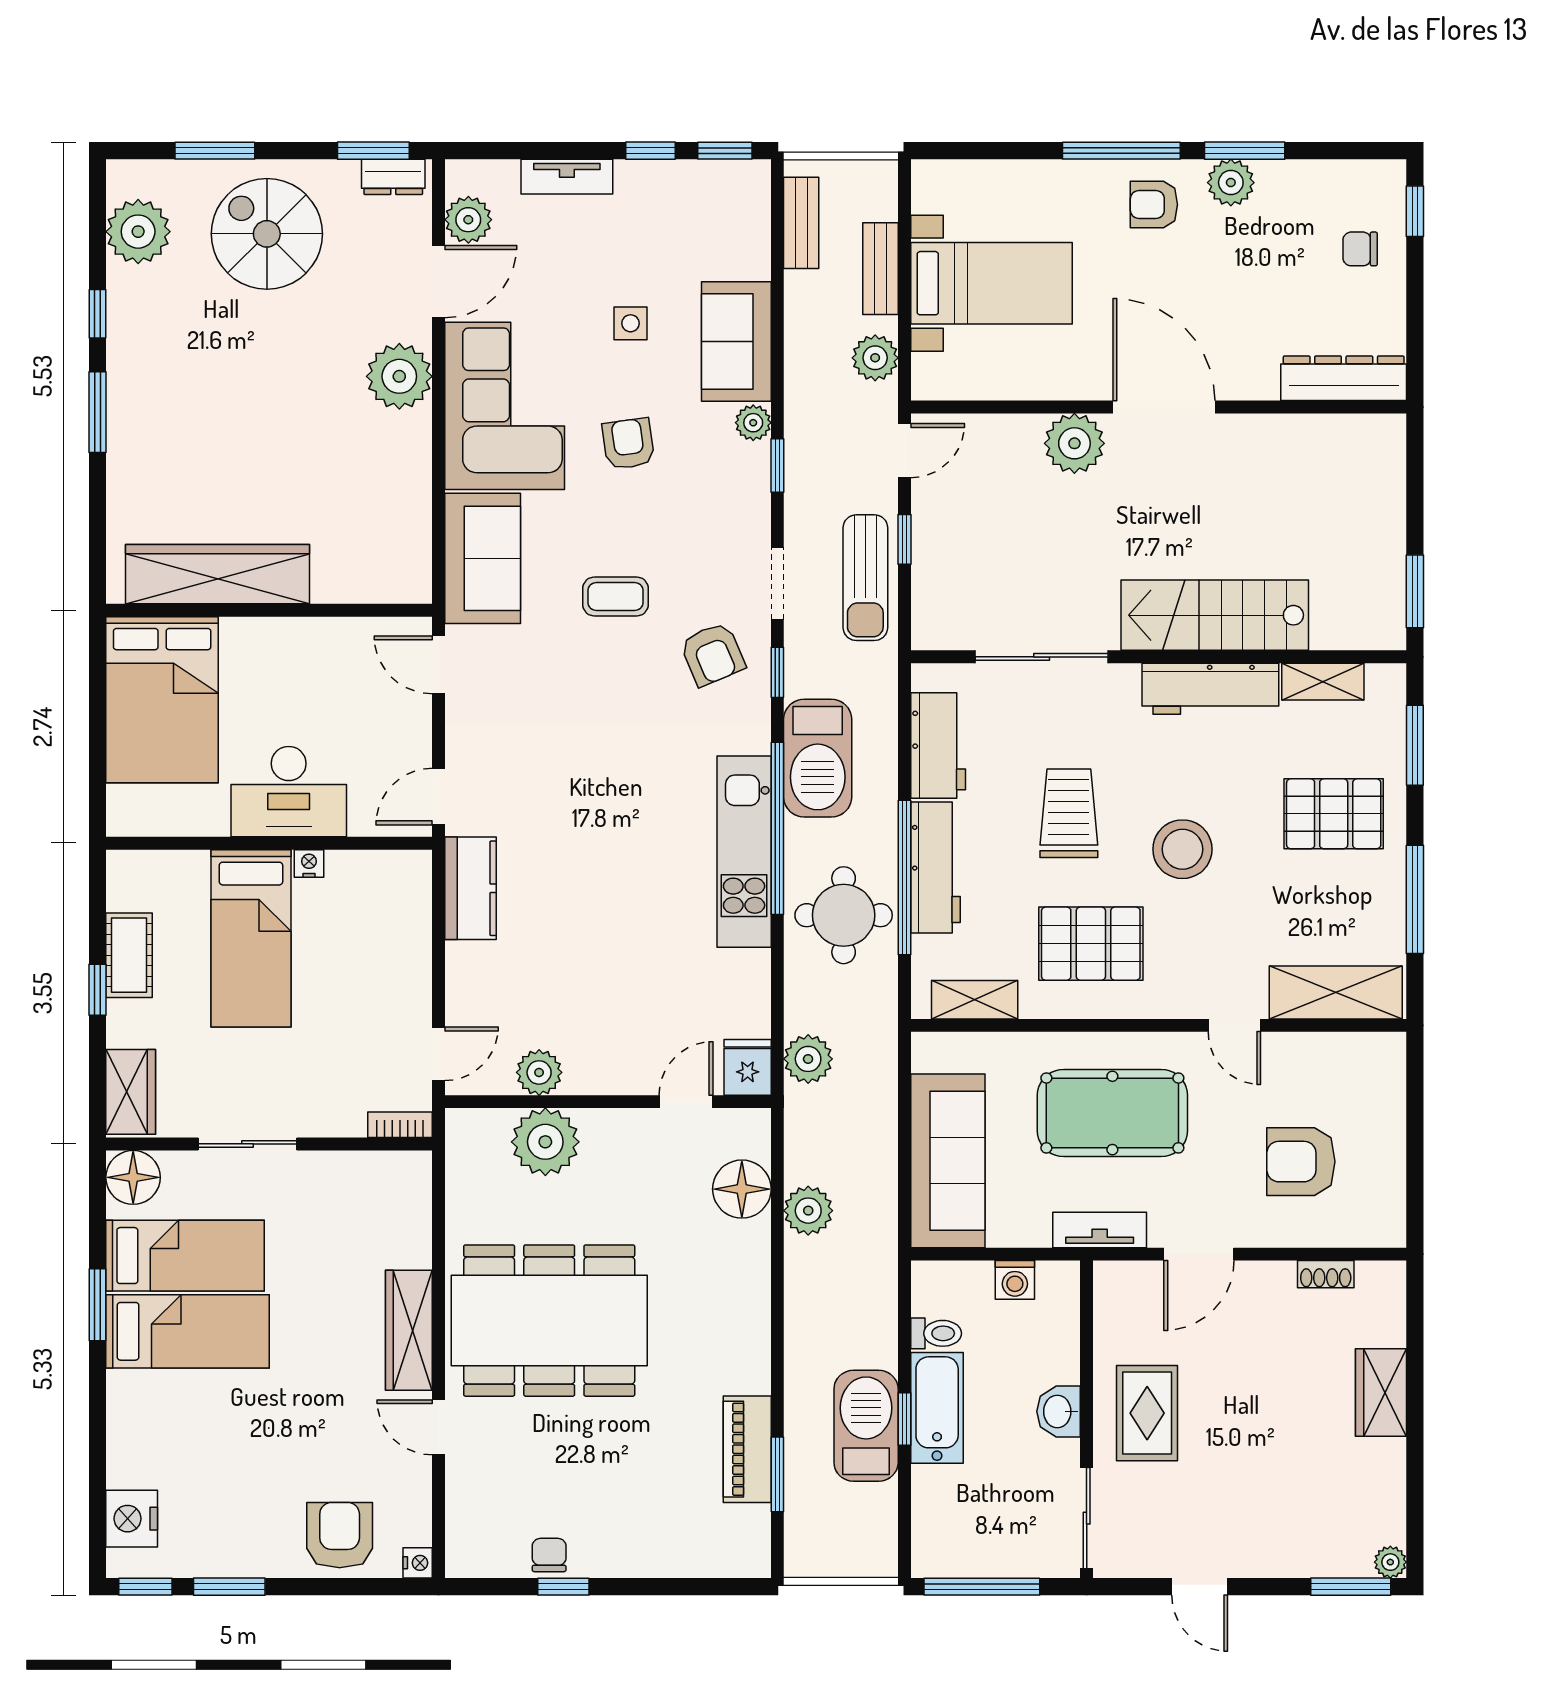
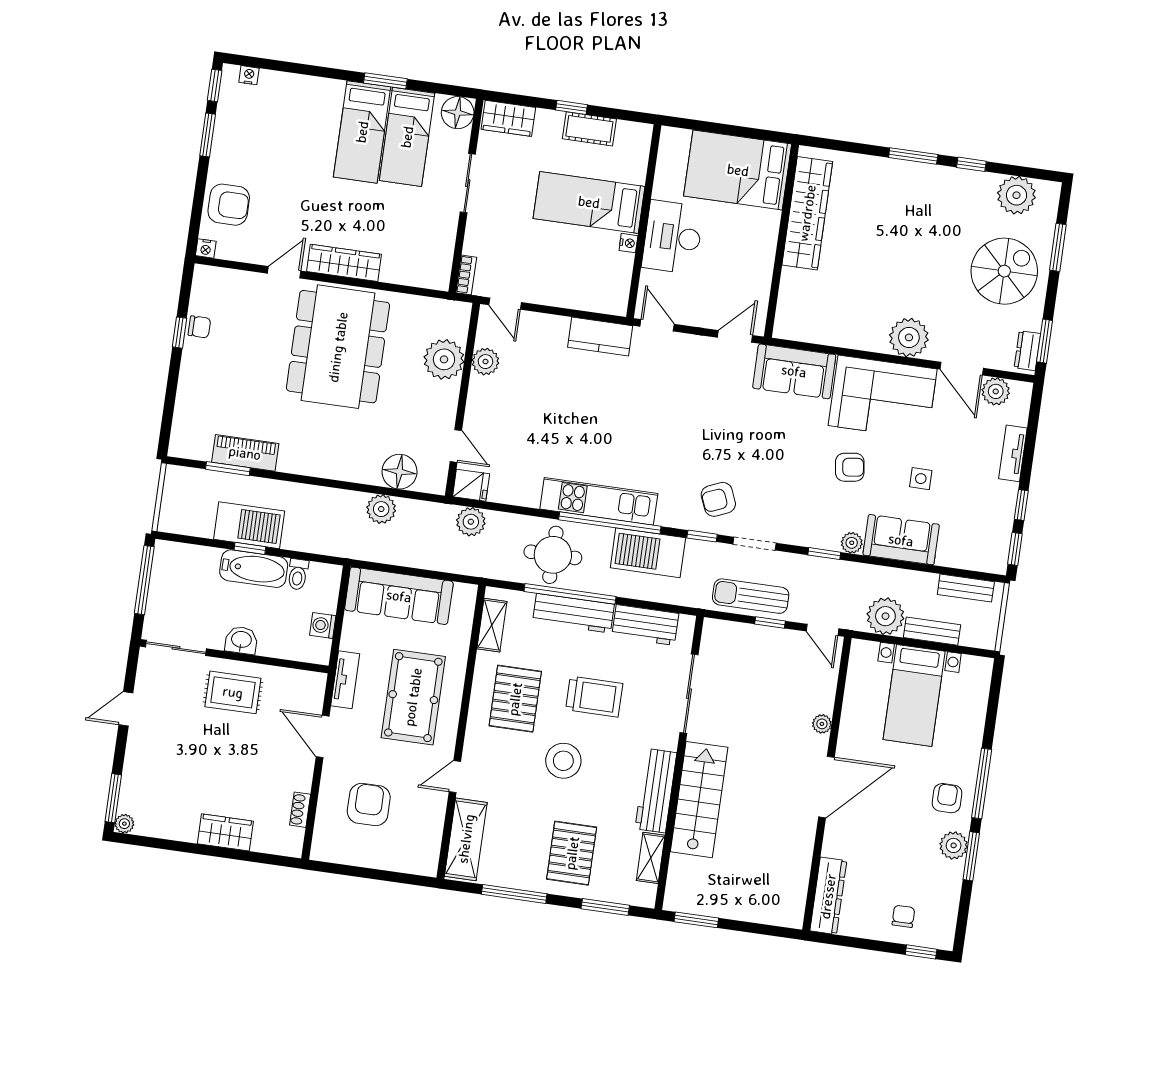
plant: (875, 358) -> (885, 616), width x1.36, depth x1.36
plant: (1074, 443) -> (822, 724), width x0.53, depth x0.53
coffee table: (616, 597) -> (761, 447), removed
nightstand: (132, 1519) -> (249, 75), width x0.53, depth x0.56

